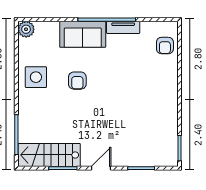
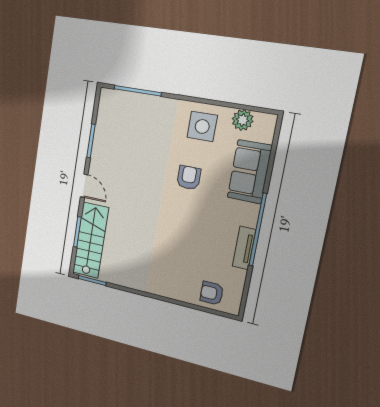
plant: (26, 29) -> (243, 120), moved
sofa: (83, 34) -> (250, 172), moved
armchair: (77, 81) -> (189, 178), turned 90
stairs: (49, 155) -> (91, 240), moved

